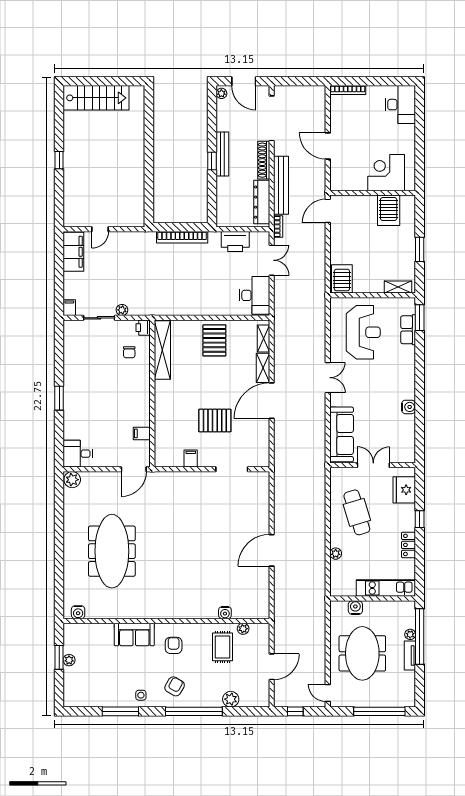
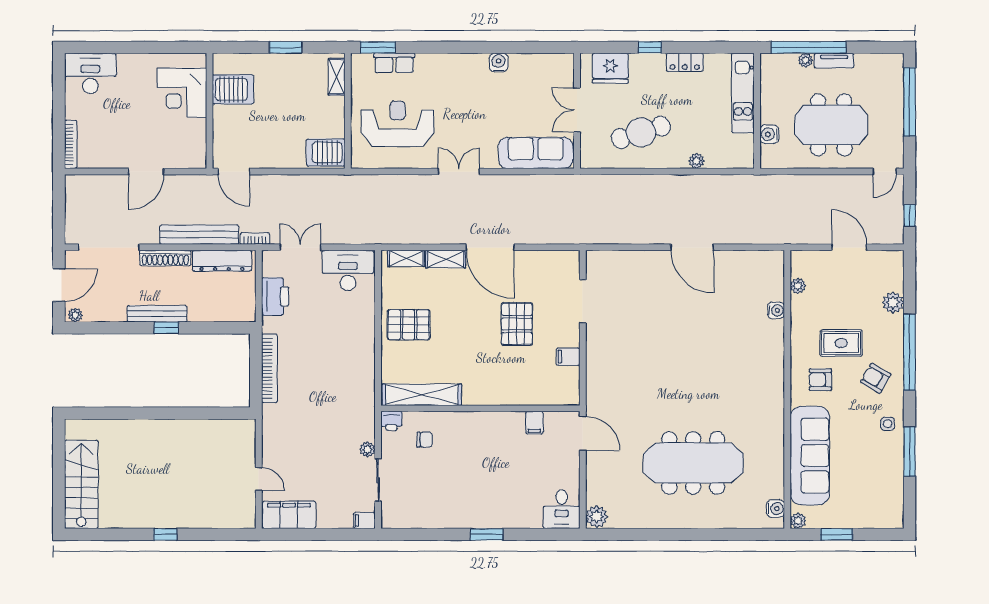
sofa: (134, 634) -> (810, 456), width x1.85, depth x1.27
rug: (223, 647) -> (841, 343), moved
plant: (69, 660) -> (798, 521), moved

